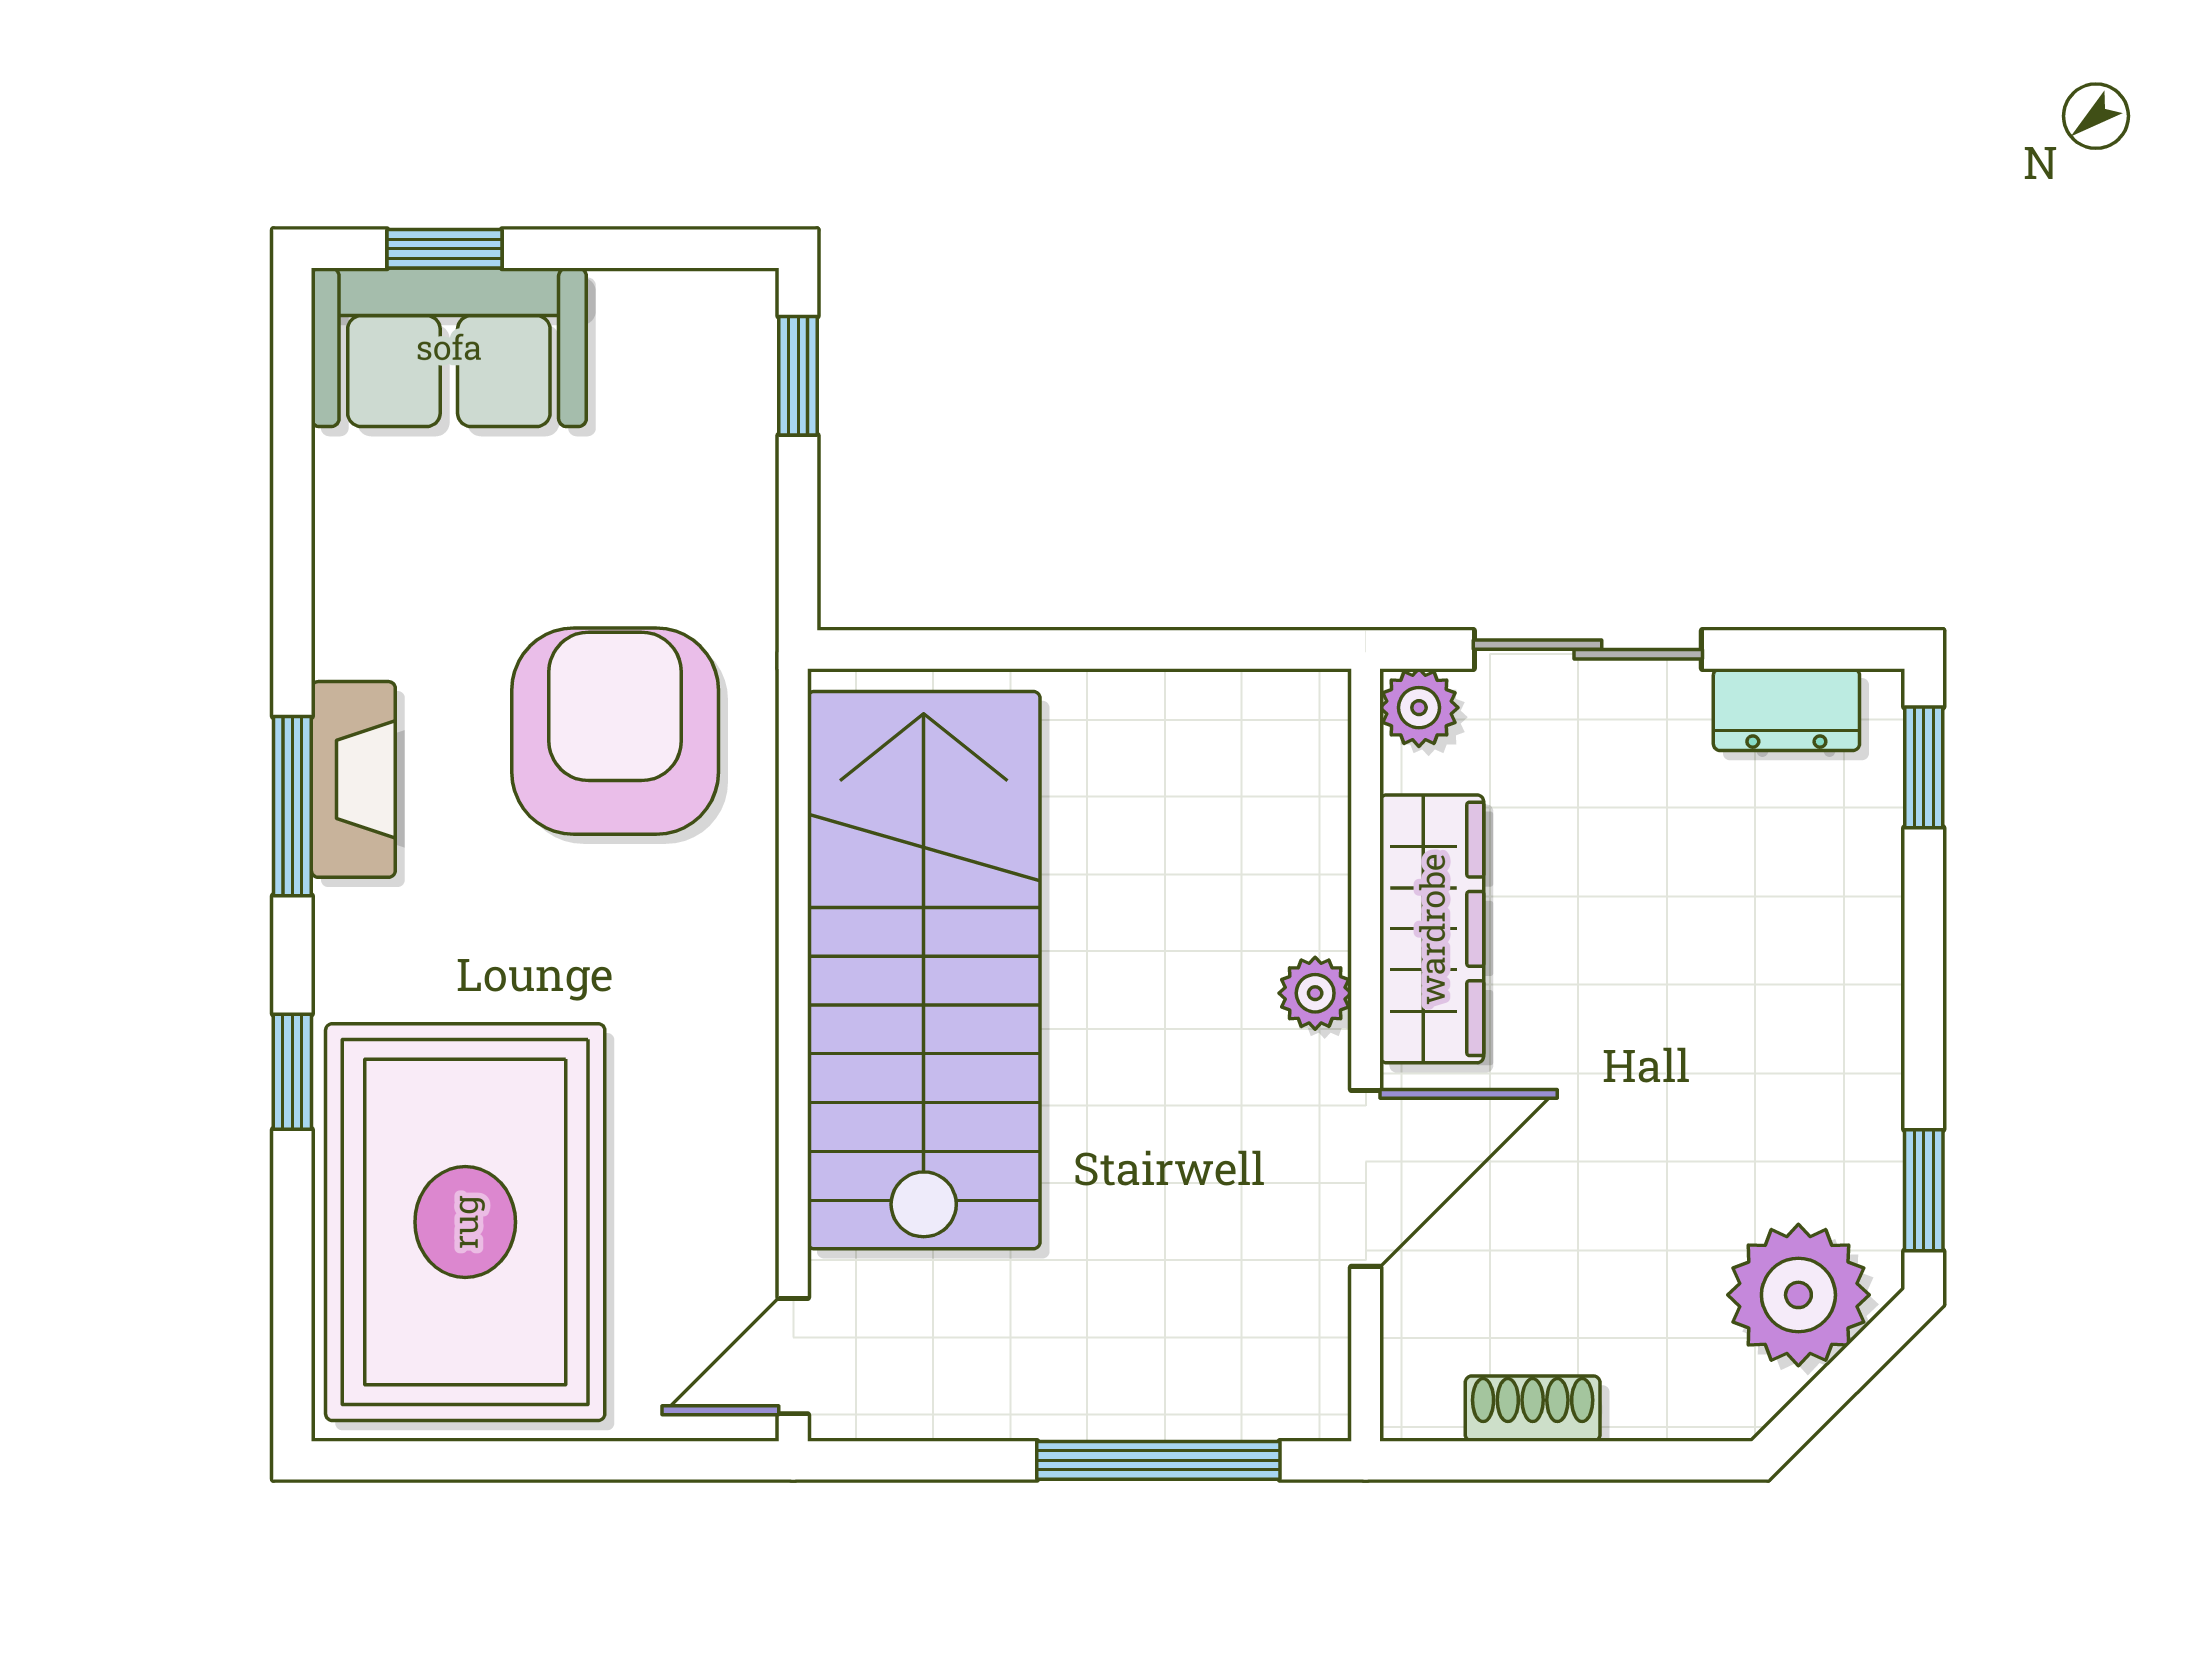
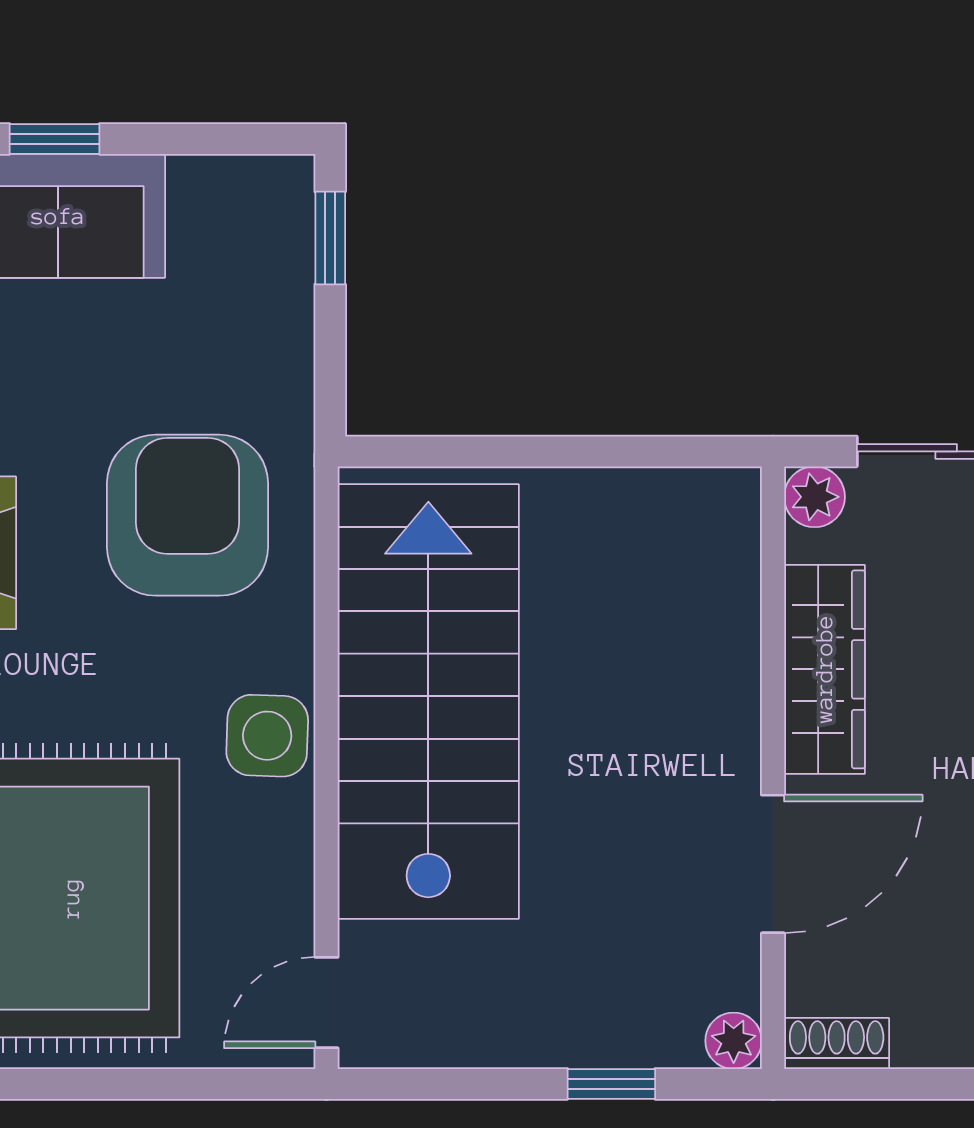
plant: (1315, 993) -> (734, 1041), moved
side table: (717, 1014) -> (267, 736), added
shoe rack: (1533, 1409) -> (837, 1043), moved
window: (1158, 1460) -> (611, 1084), width x0.46

